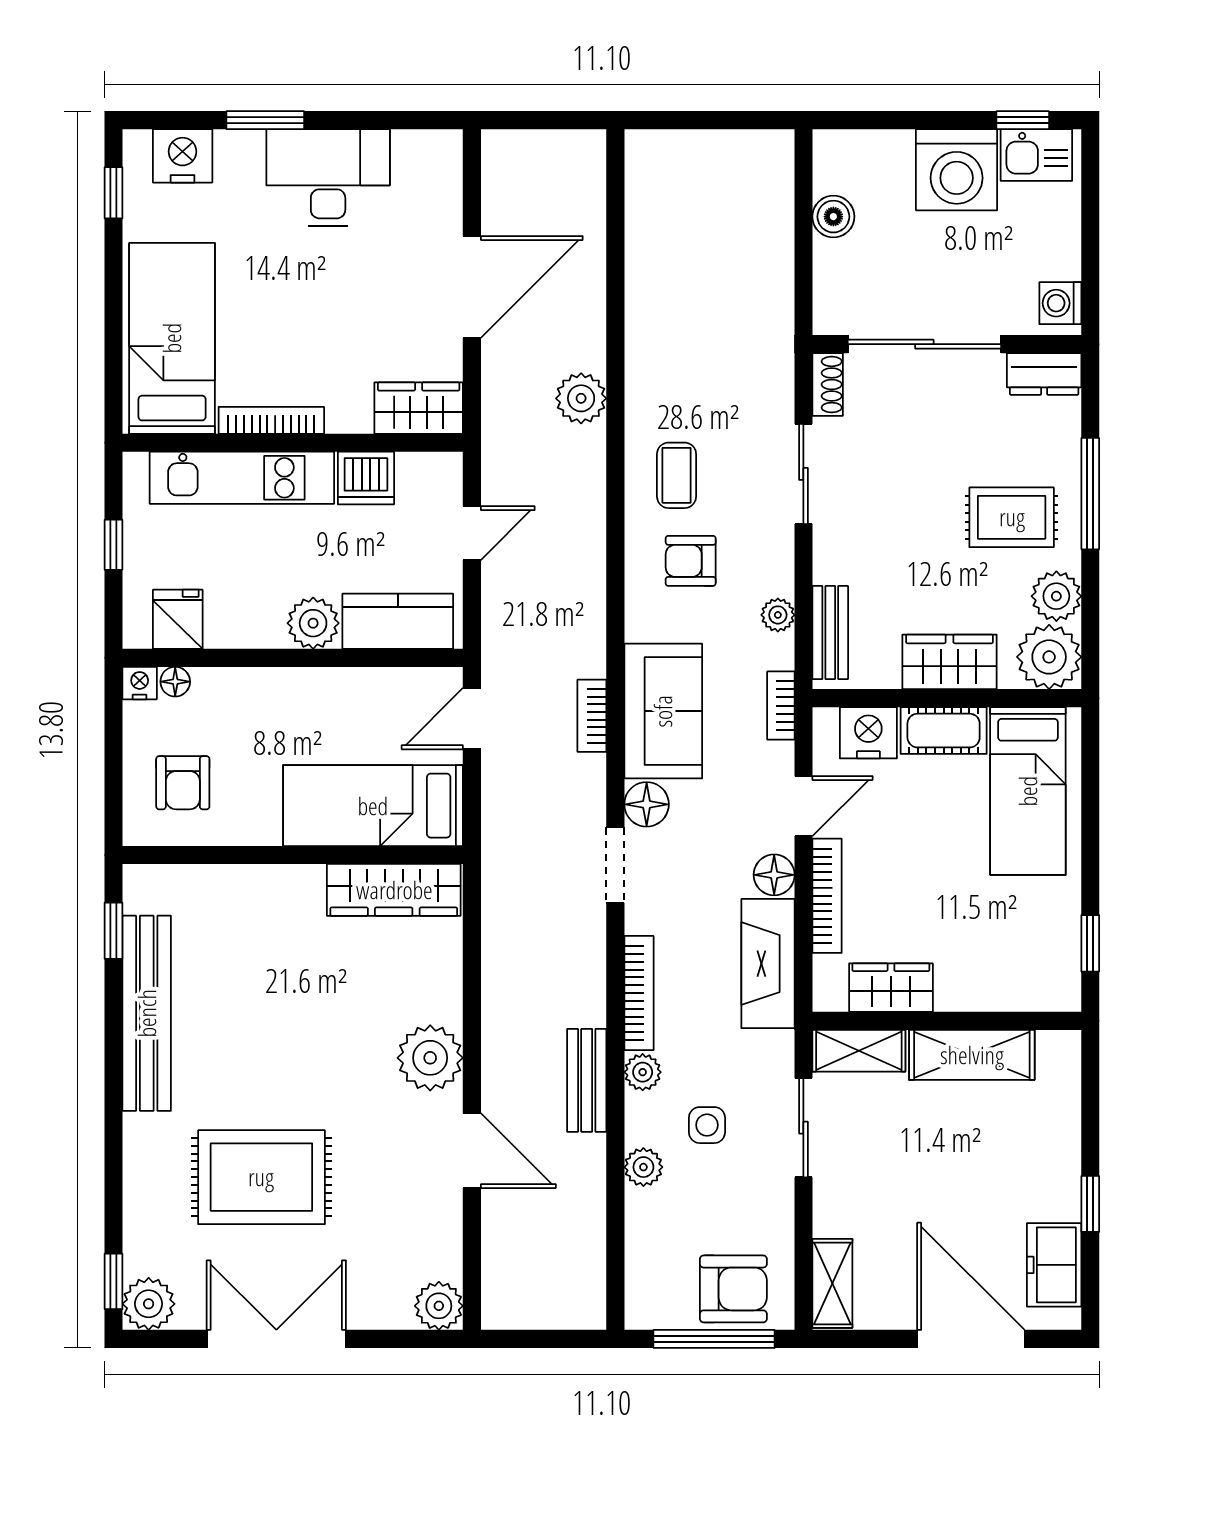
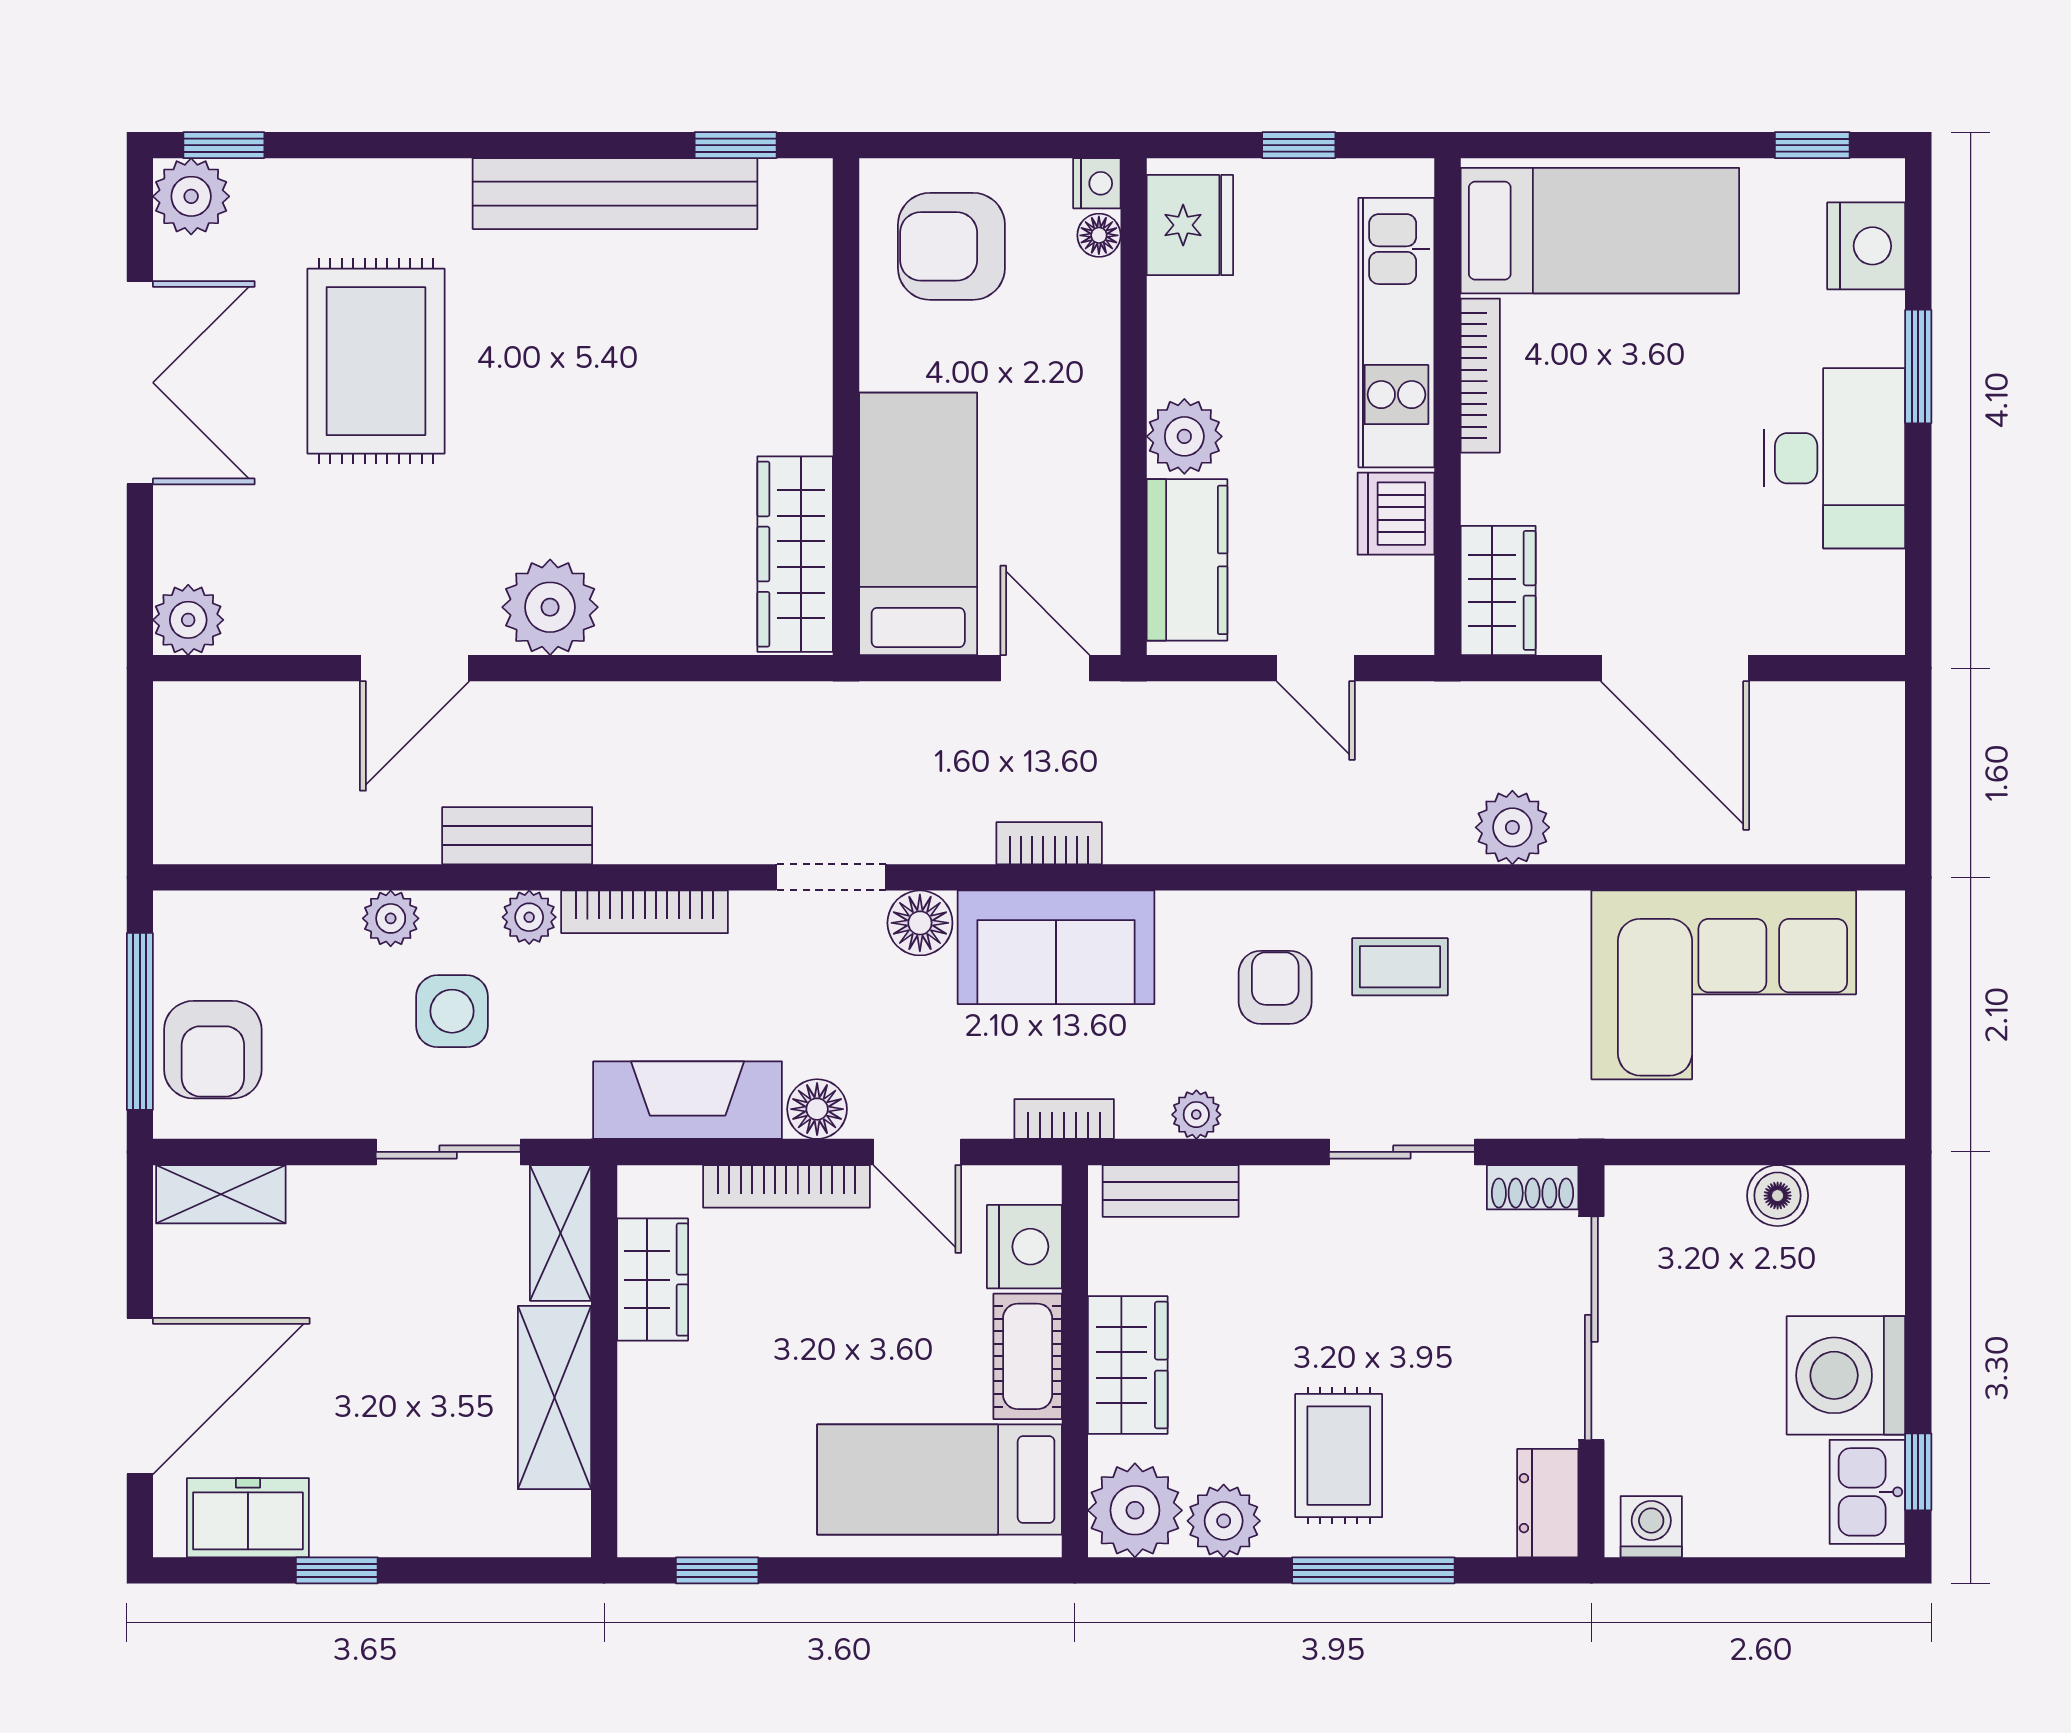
corner sofa: (689, 253) -> (1724, 985), added
fridge: (178, 619) -> (1190, 225), width x1.38
armchair: (183, 783) -> (951, 246), width x1.38, depth x1.38
side table: (707, 1125) -> (452, 1011), width x1.37, depth x1.37

